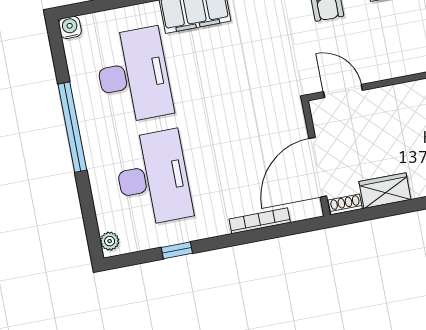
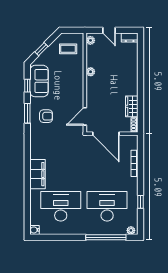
window: (72, 127) -> (106, 237), moved
door: (318, 167) -> (106, 134), moved

